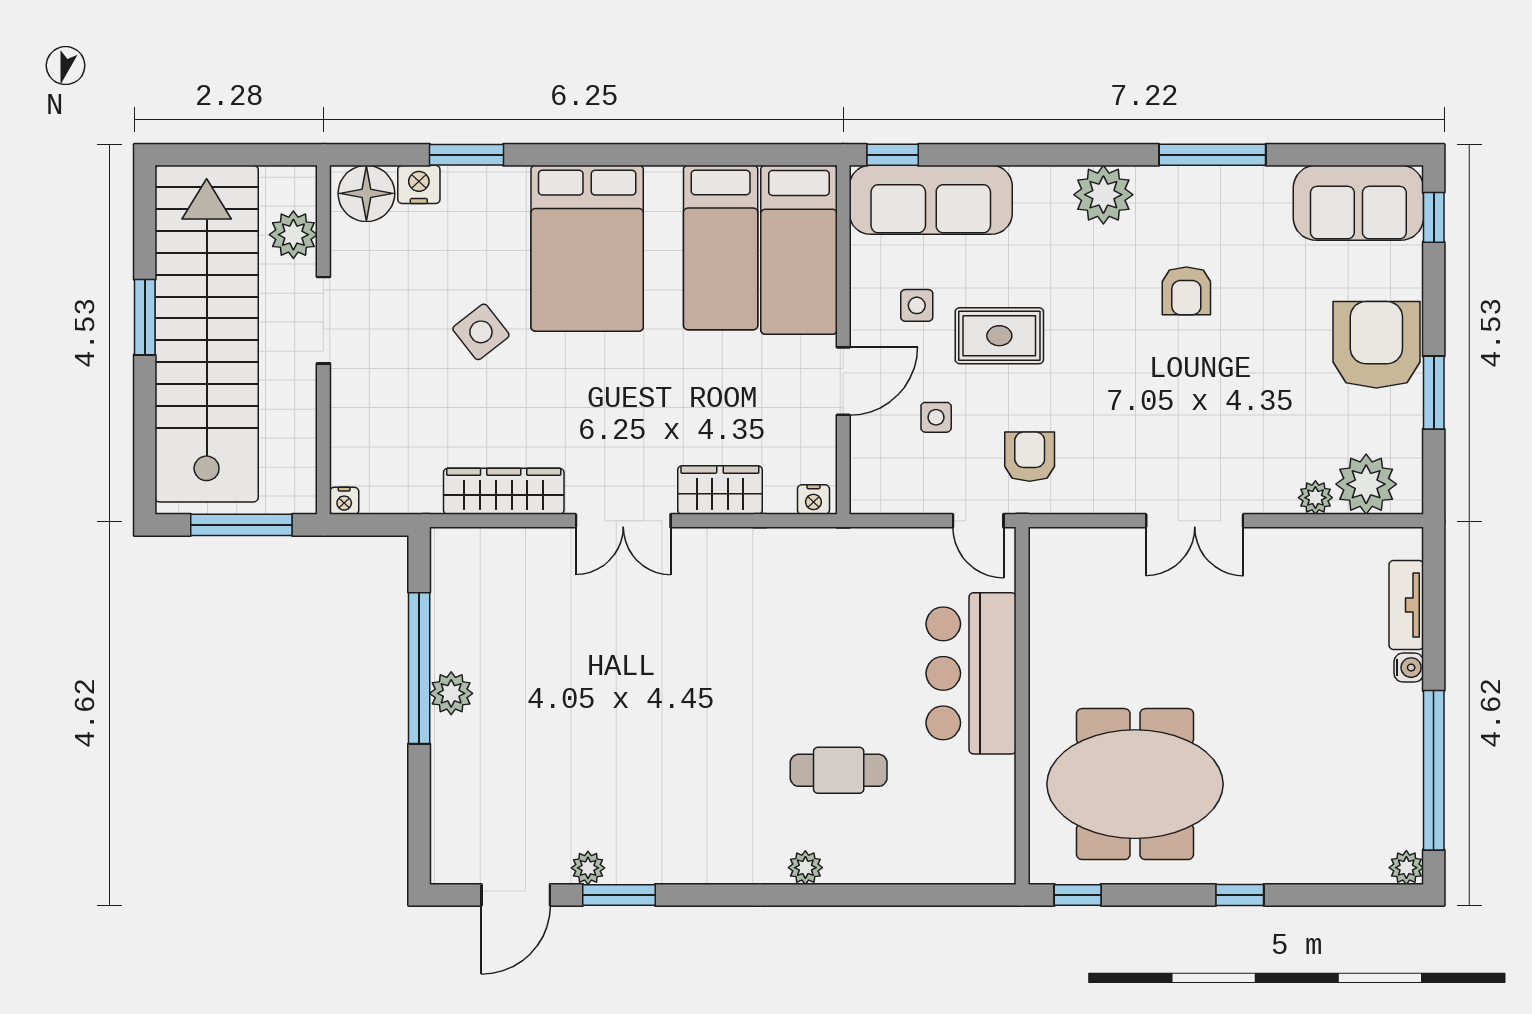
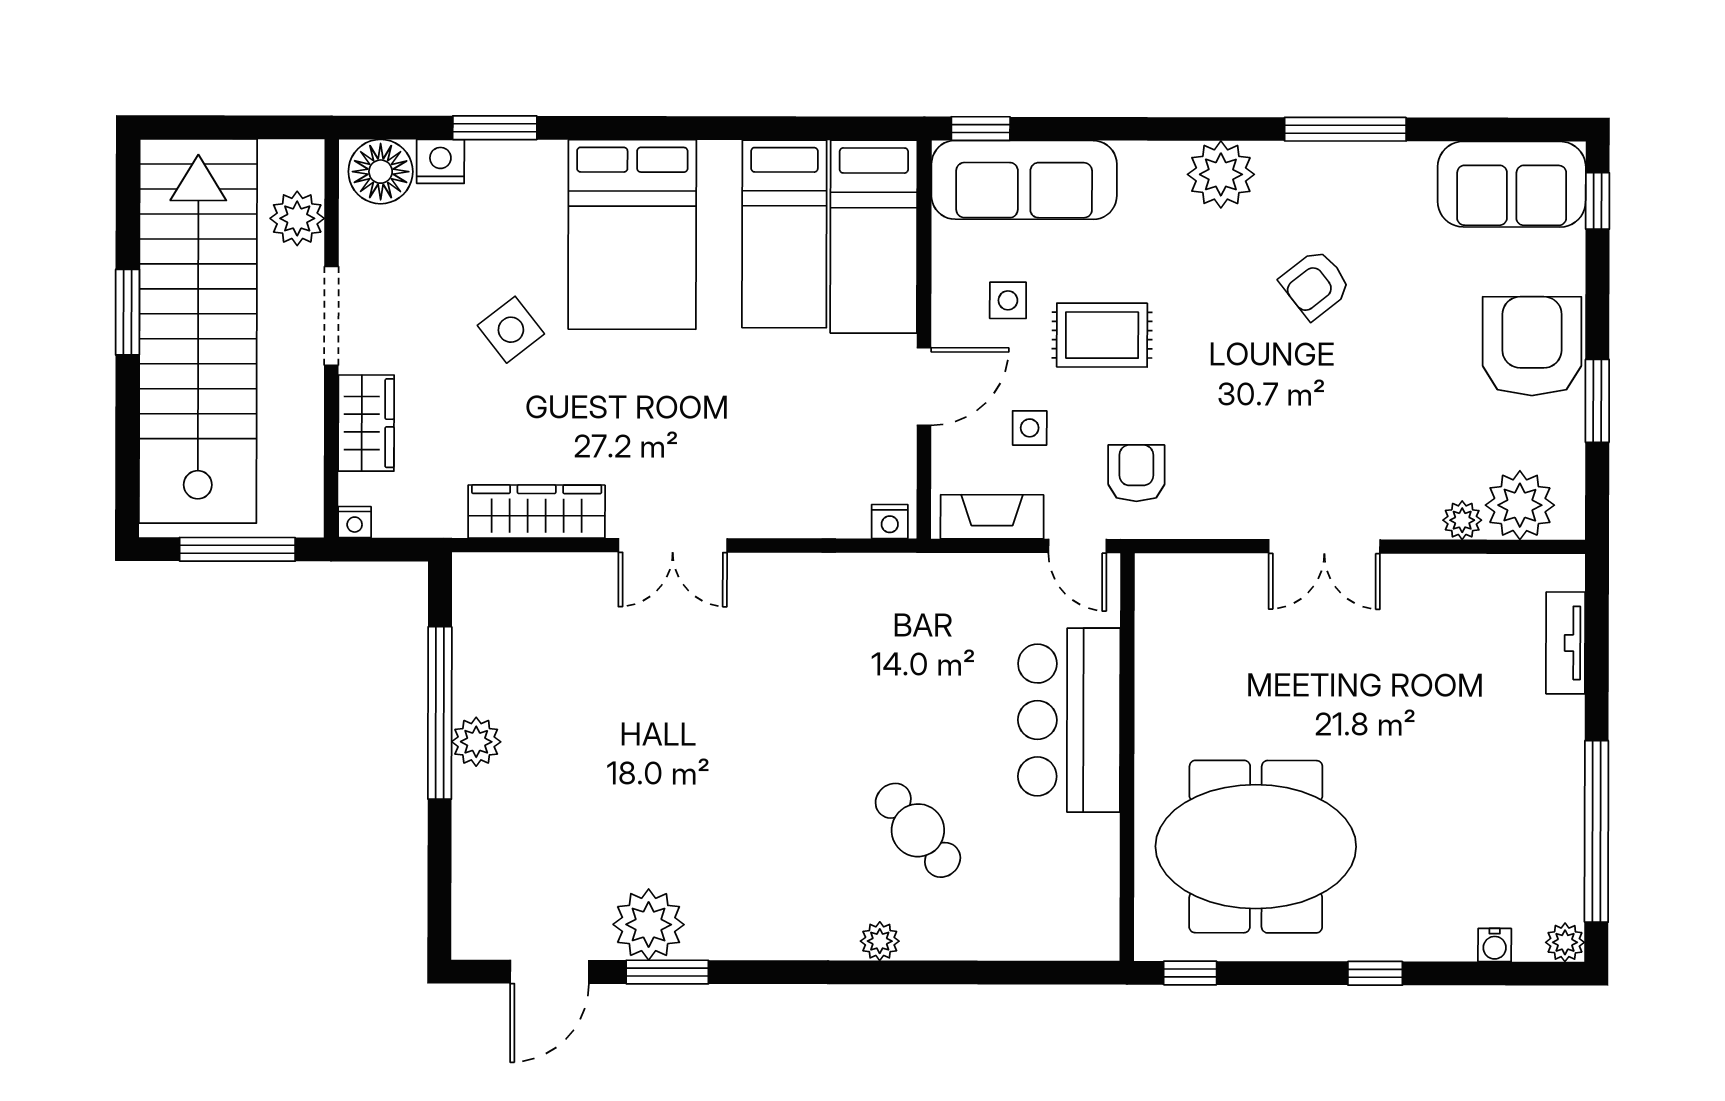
armchair: (1186, 291) -> (1315, 284), turned 52
wardrobe: (720, 490) -> (366, 423), moved, turned 90
fireplace: (903, 495) -> (992, 517), added
water cooler: (1409, 668) -> (1495, 945), moved, turned 90
cafe table: (839, 770) -> (918, 830), turned 50
plant: (588, 868) -> (649, 925), width x1.88, depth x1.88

